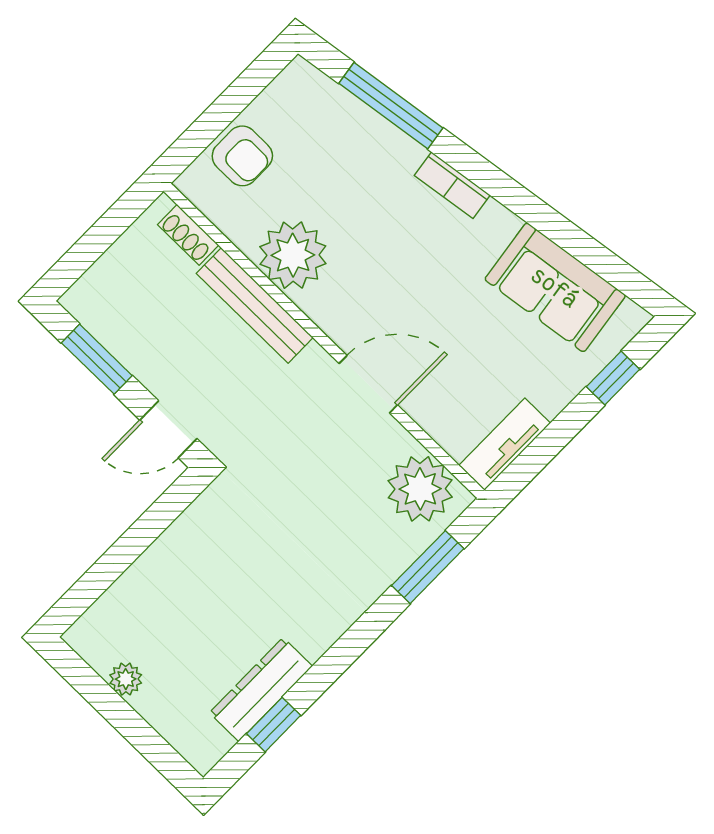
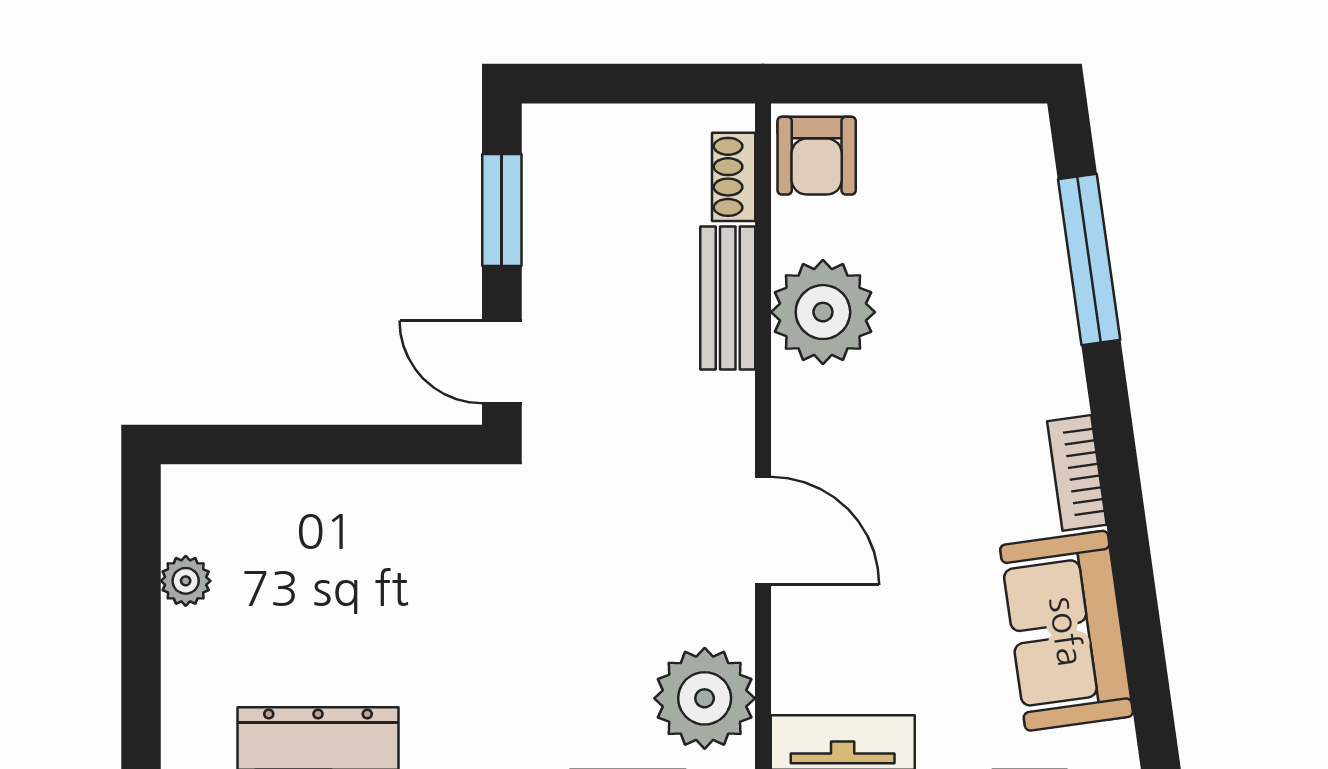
armchair: (242, 156) -> (817, 156), moved
bookcase: (452, 185) -> (1077, 473), moved
bench: (255, 305) -> (728, 298), width x0.73

